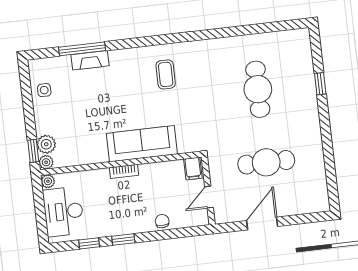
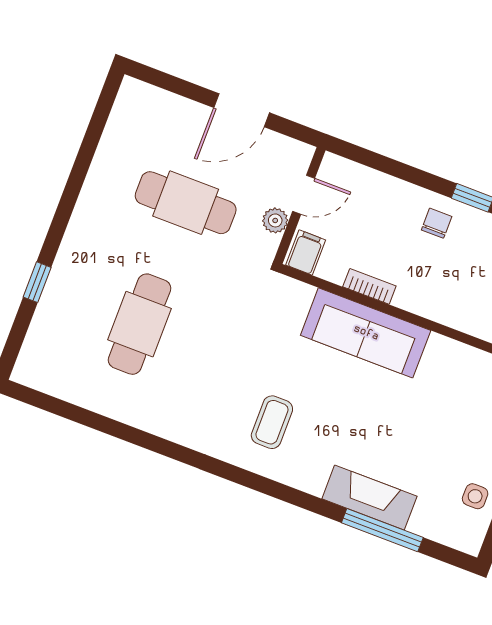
fireplace: (90, 60) -> (369, 497), width x1.37, depth x1.32
bookcase: (124, 171) -> (369, 286), moved
plant: (217, 177) -> (275, 220), added
chair: (162, 221) -> (437, 223), moved, turned 180

